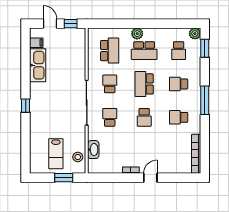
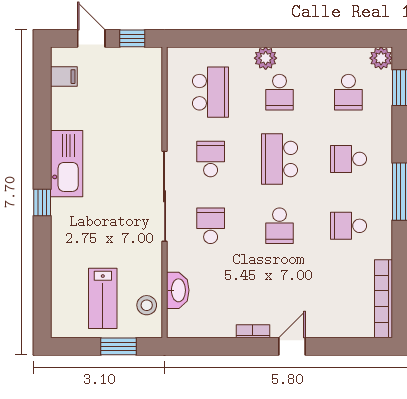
school desk: (144, 51) -> (280, 92), width x0.54
kitchen sink: (38, 65) -> (67, 164), moved

